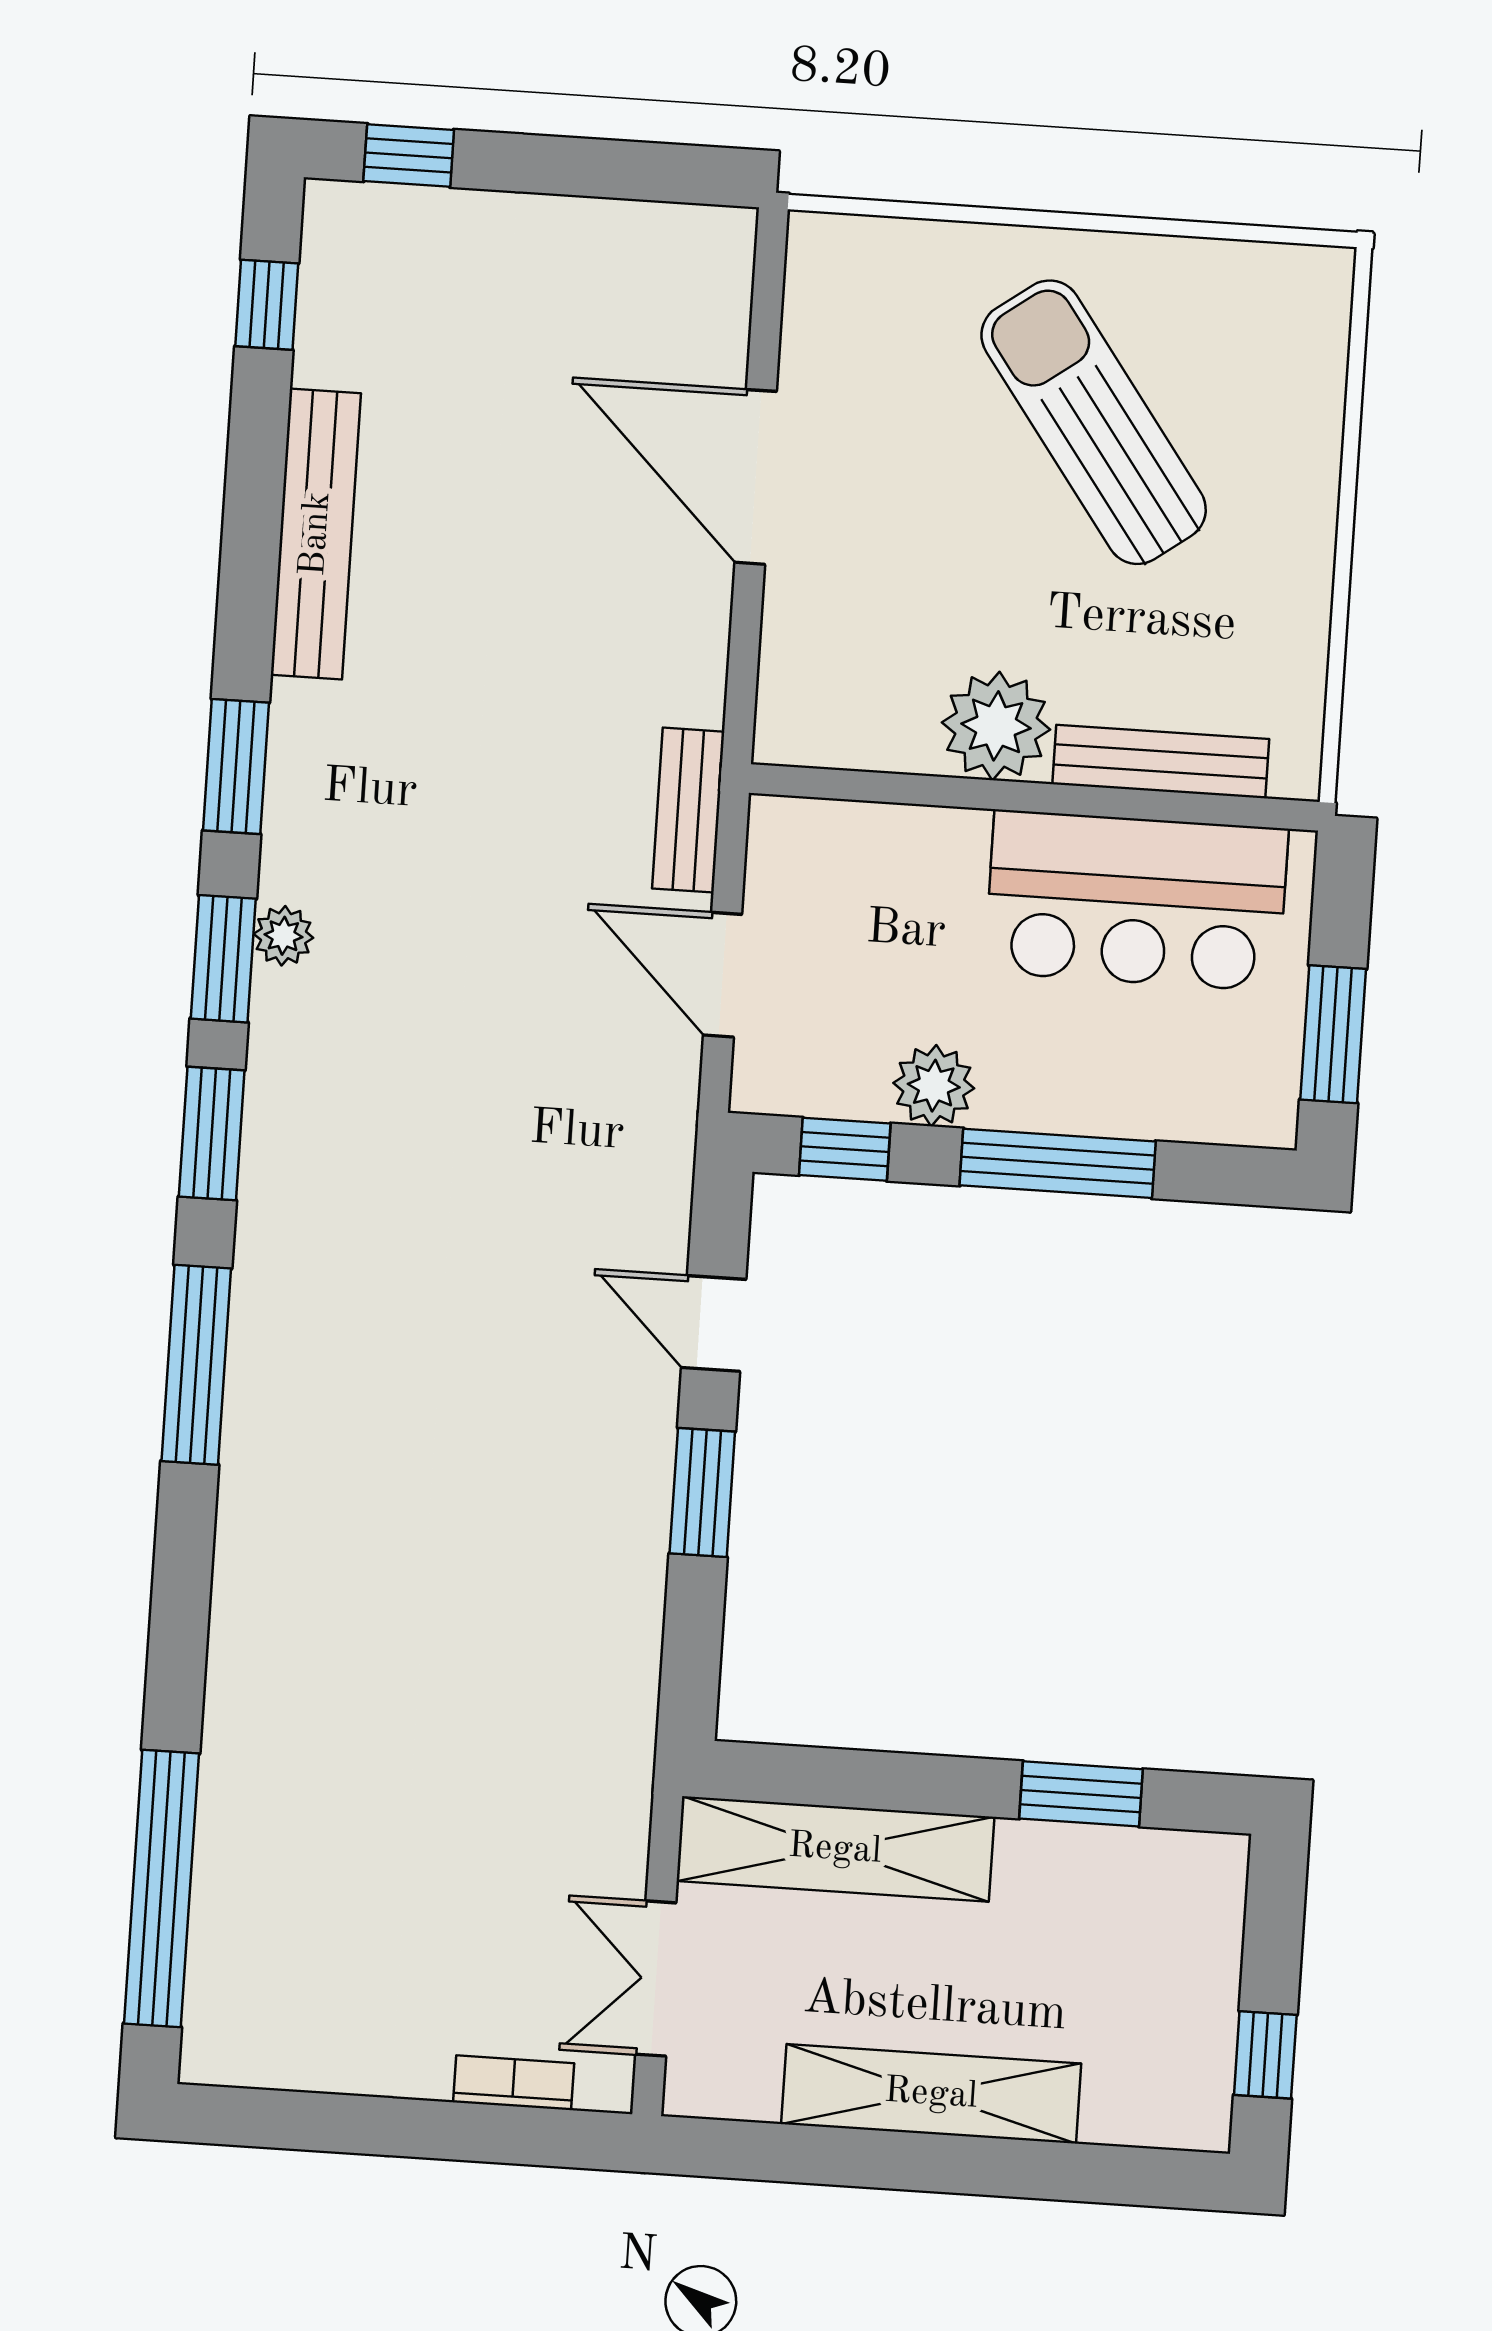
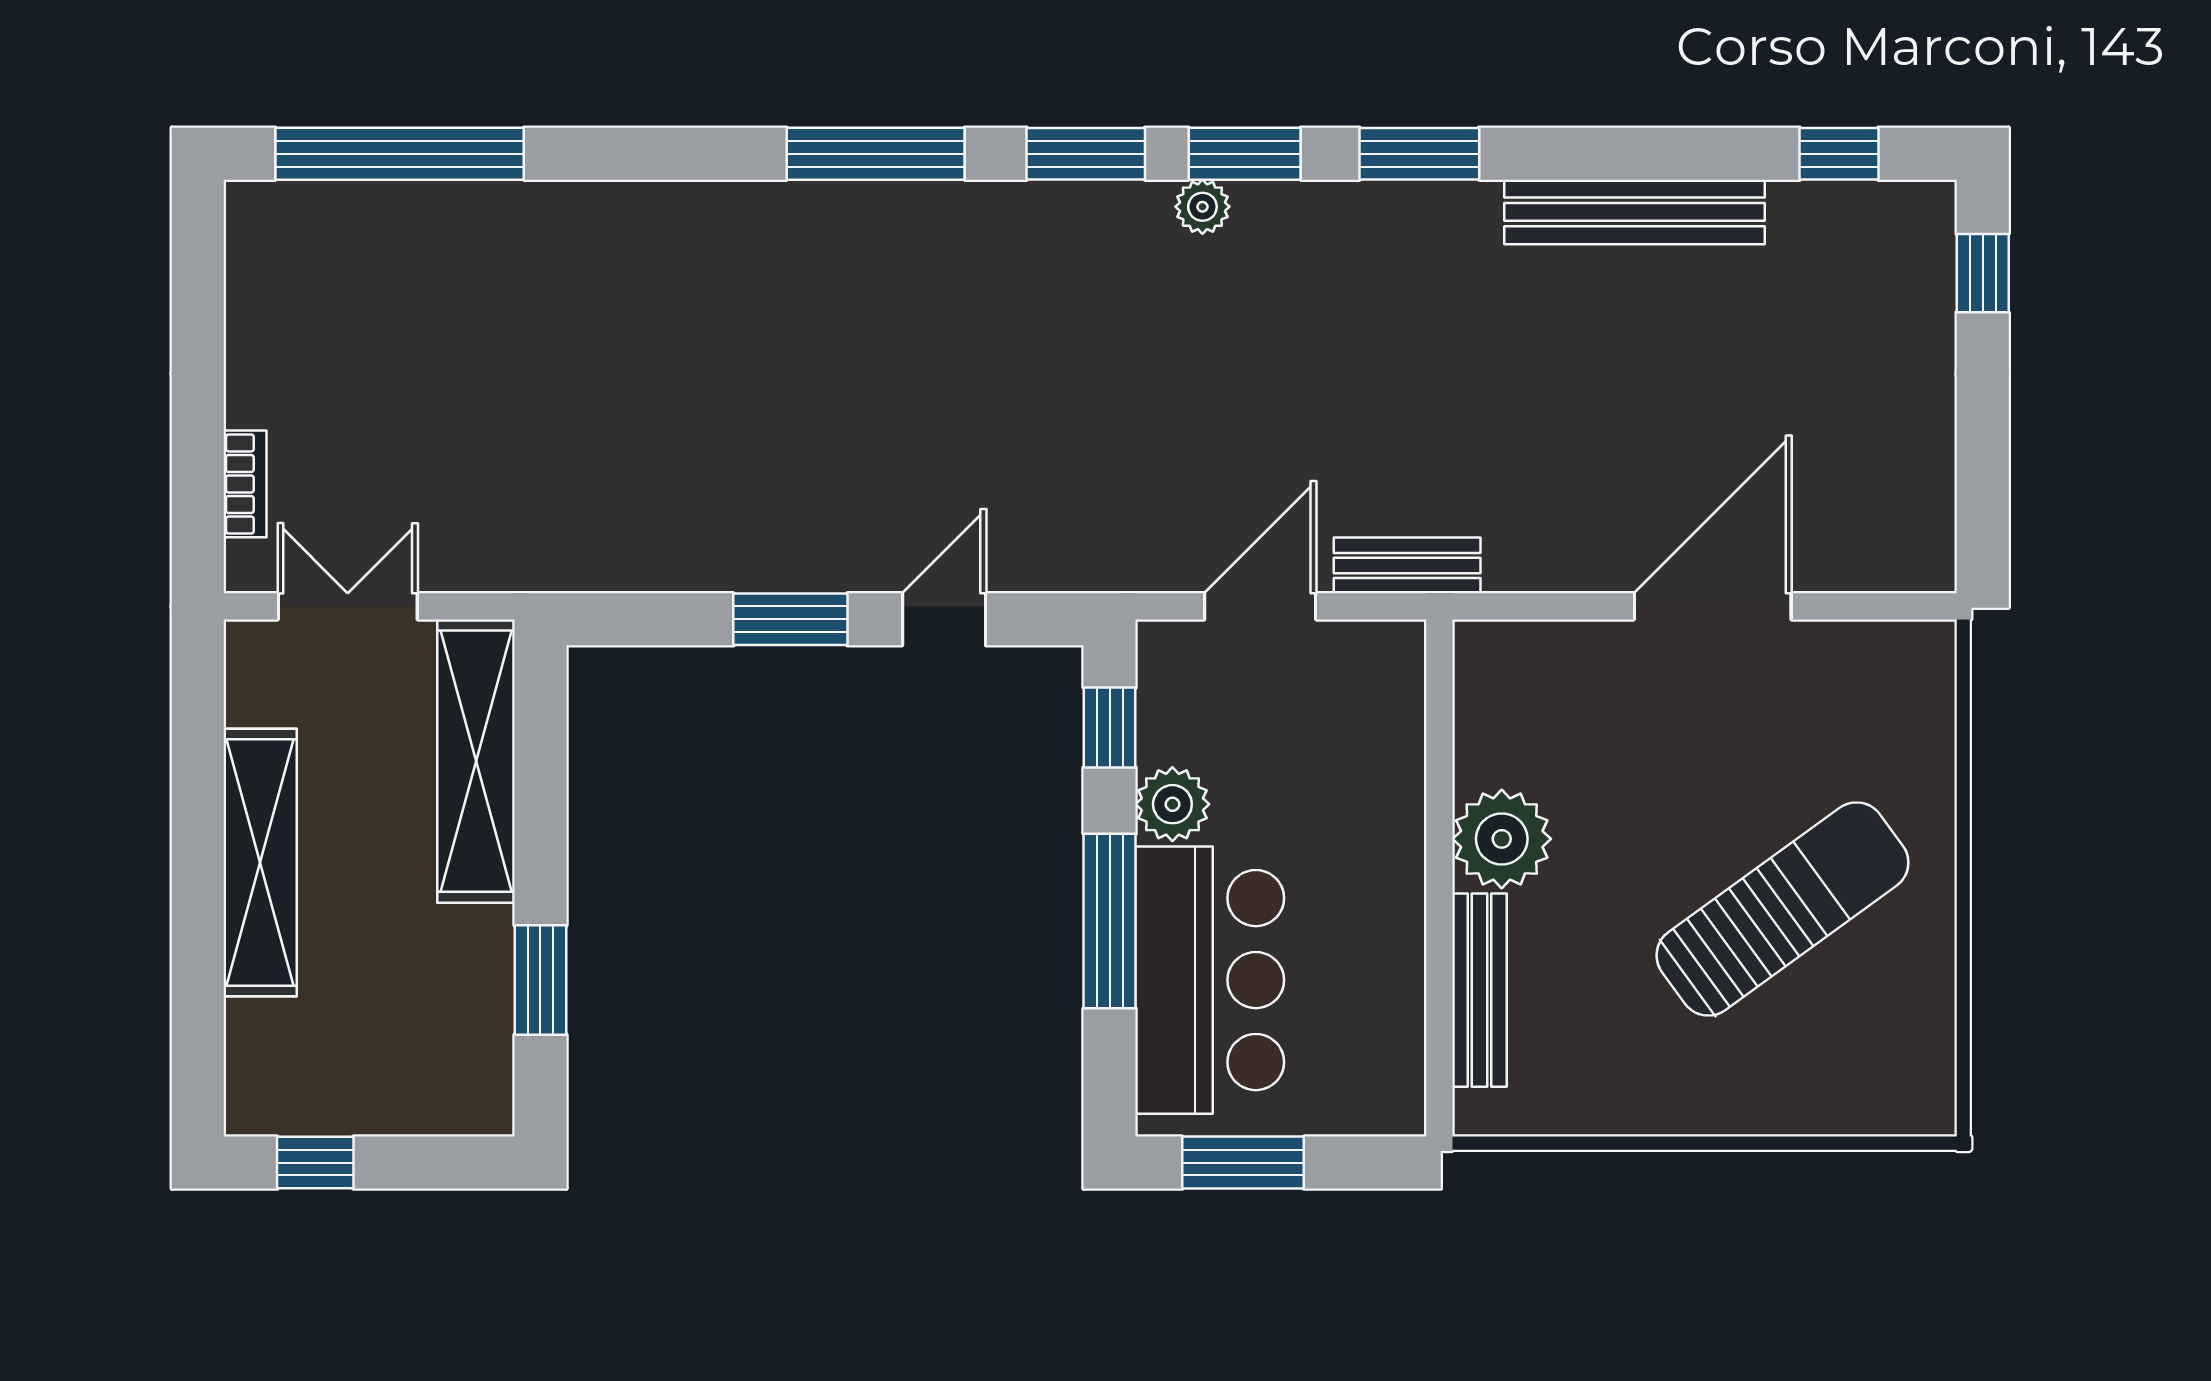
bar counter: (1136, 900) -> (1210, 980), moved, turned 180
plant: (283, 936) -> (1202, 207), moved

